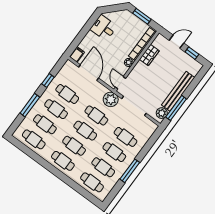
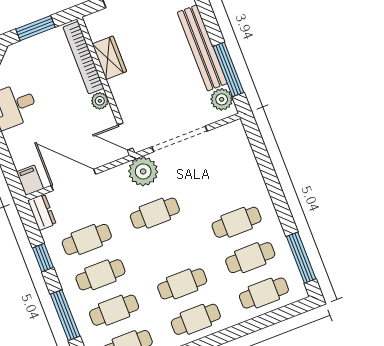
dresser: (67, 68) -> (42, 212), added
cafe table: (85, 131) -> (169, 249), removed
cafe table: (125, 137) -> (223, 187), removed
window: (130, 171) -> (301, 258), moved

